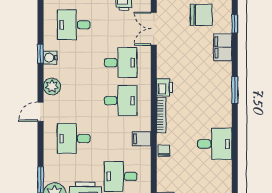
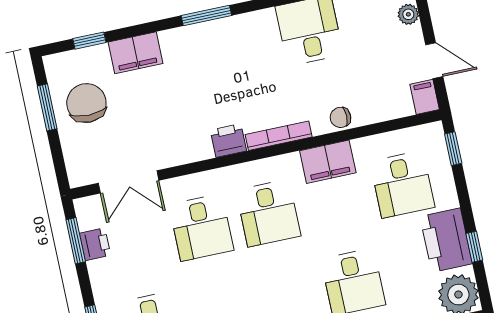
desk: (121, 63) -> (201, 227), turned 180
desk: (121, 101) -> (268, 213), turned 180
filing cabinet: (142, 139) -> (328, 162), width x2.00

